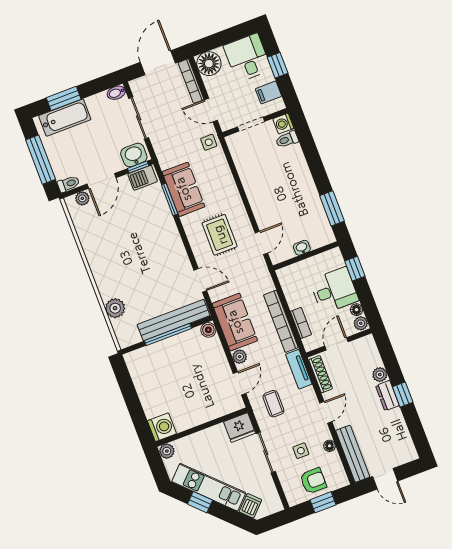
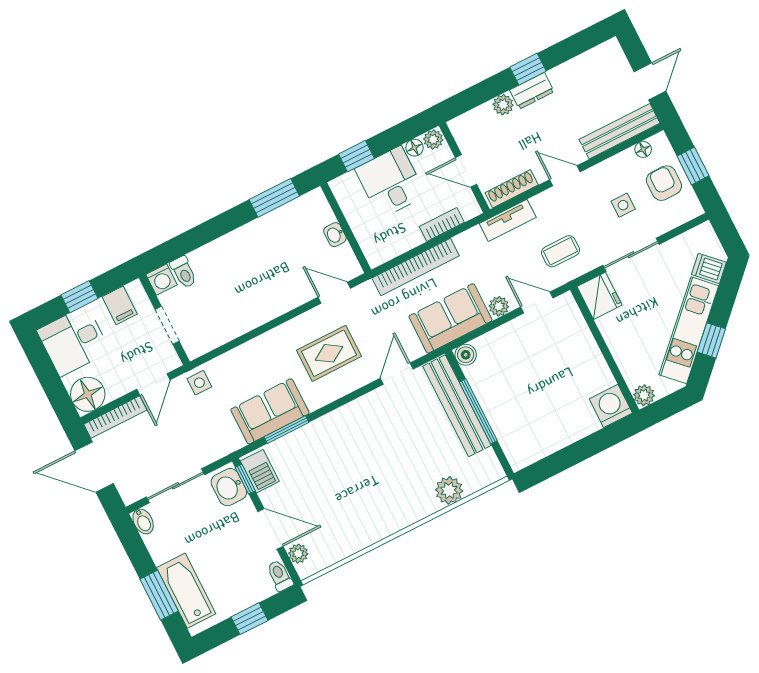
window: (41, 160) -> (249, 619), width x0.46
bookcase: (281, 321) -> (416, 267), moved
floor lamp: (330, 446) -> (643, 149), moved

